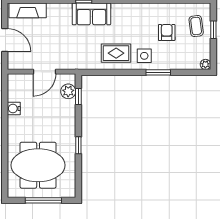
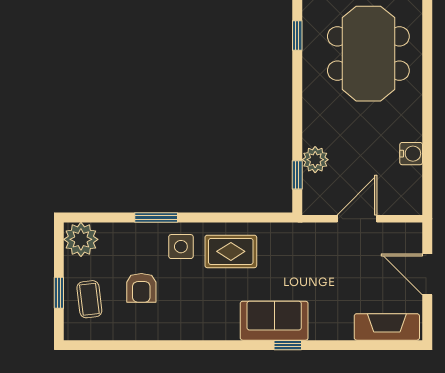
plant: (205, 64) -> (81, 239), width x1.87, depth x1.87
plant: (68, 91) -> (315, 160), moved
window: (78, 145) -> (297, 35), moved
meeting table: (38, 165) -> (368, 54), turned 90

